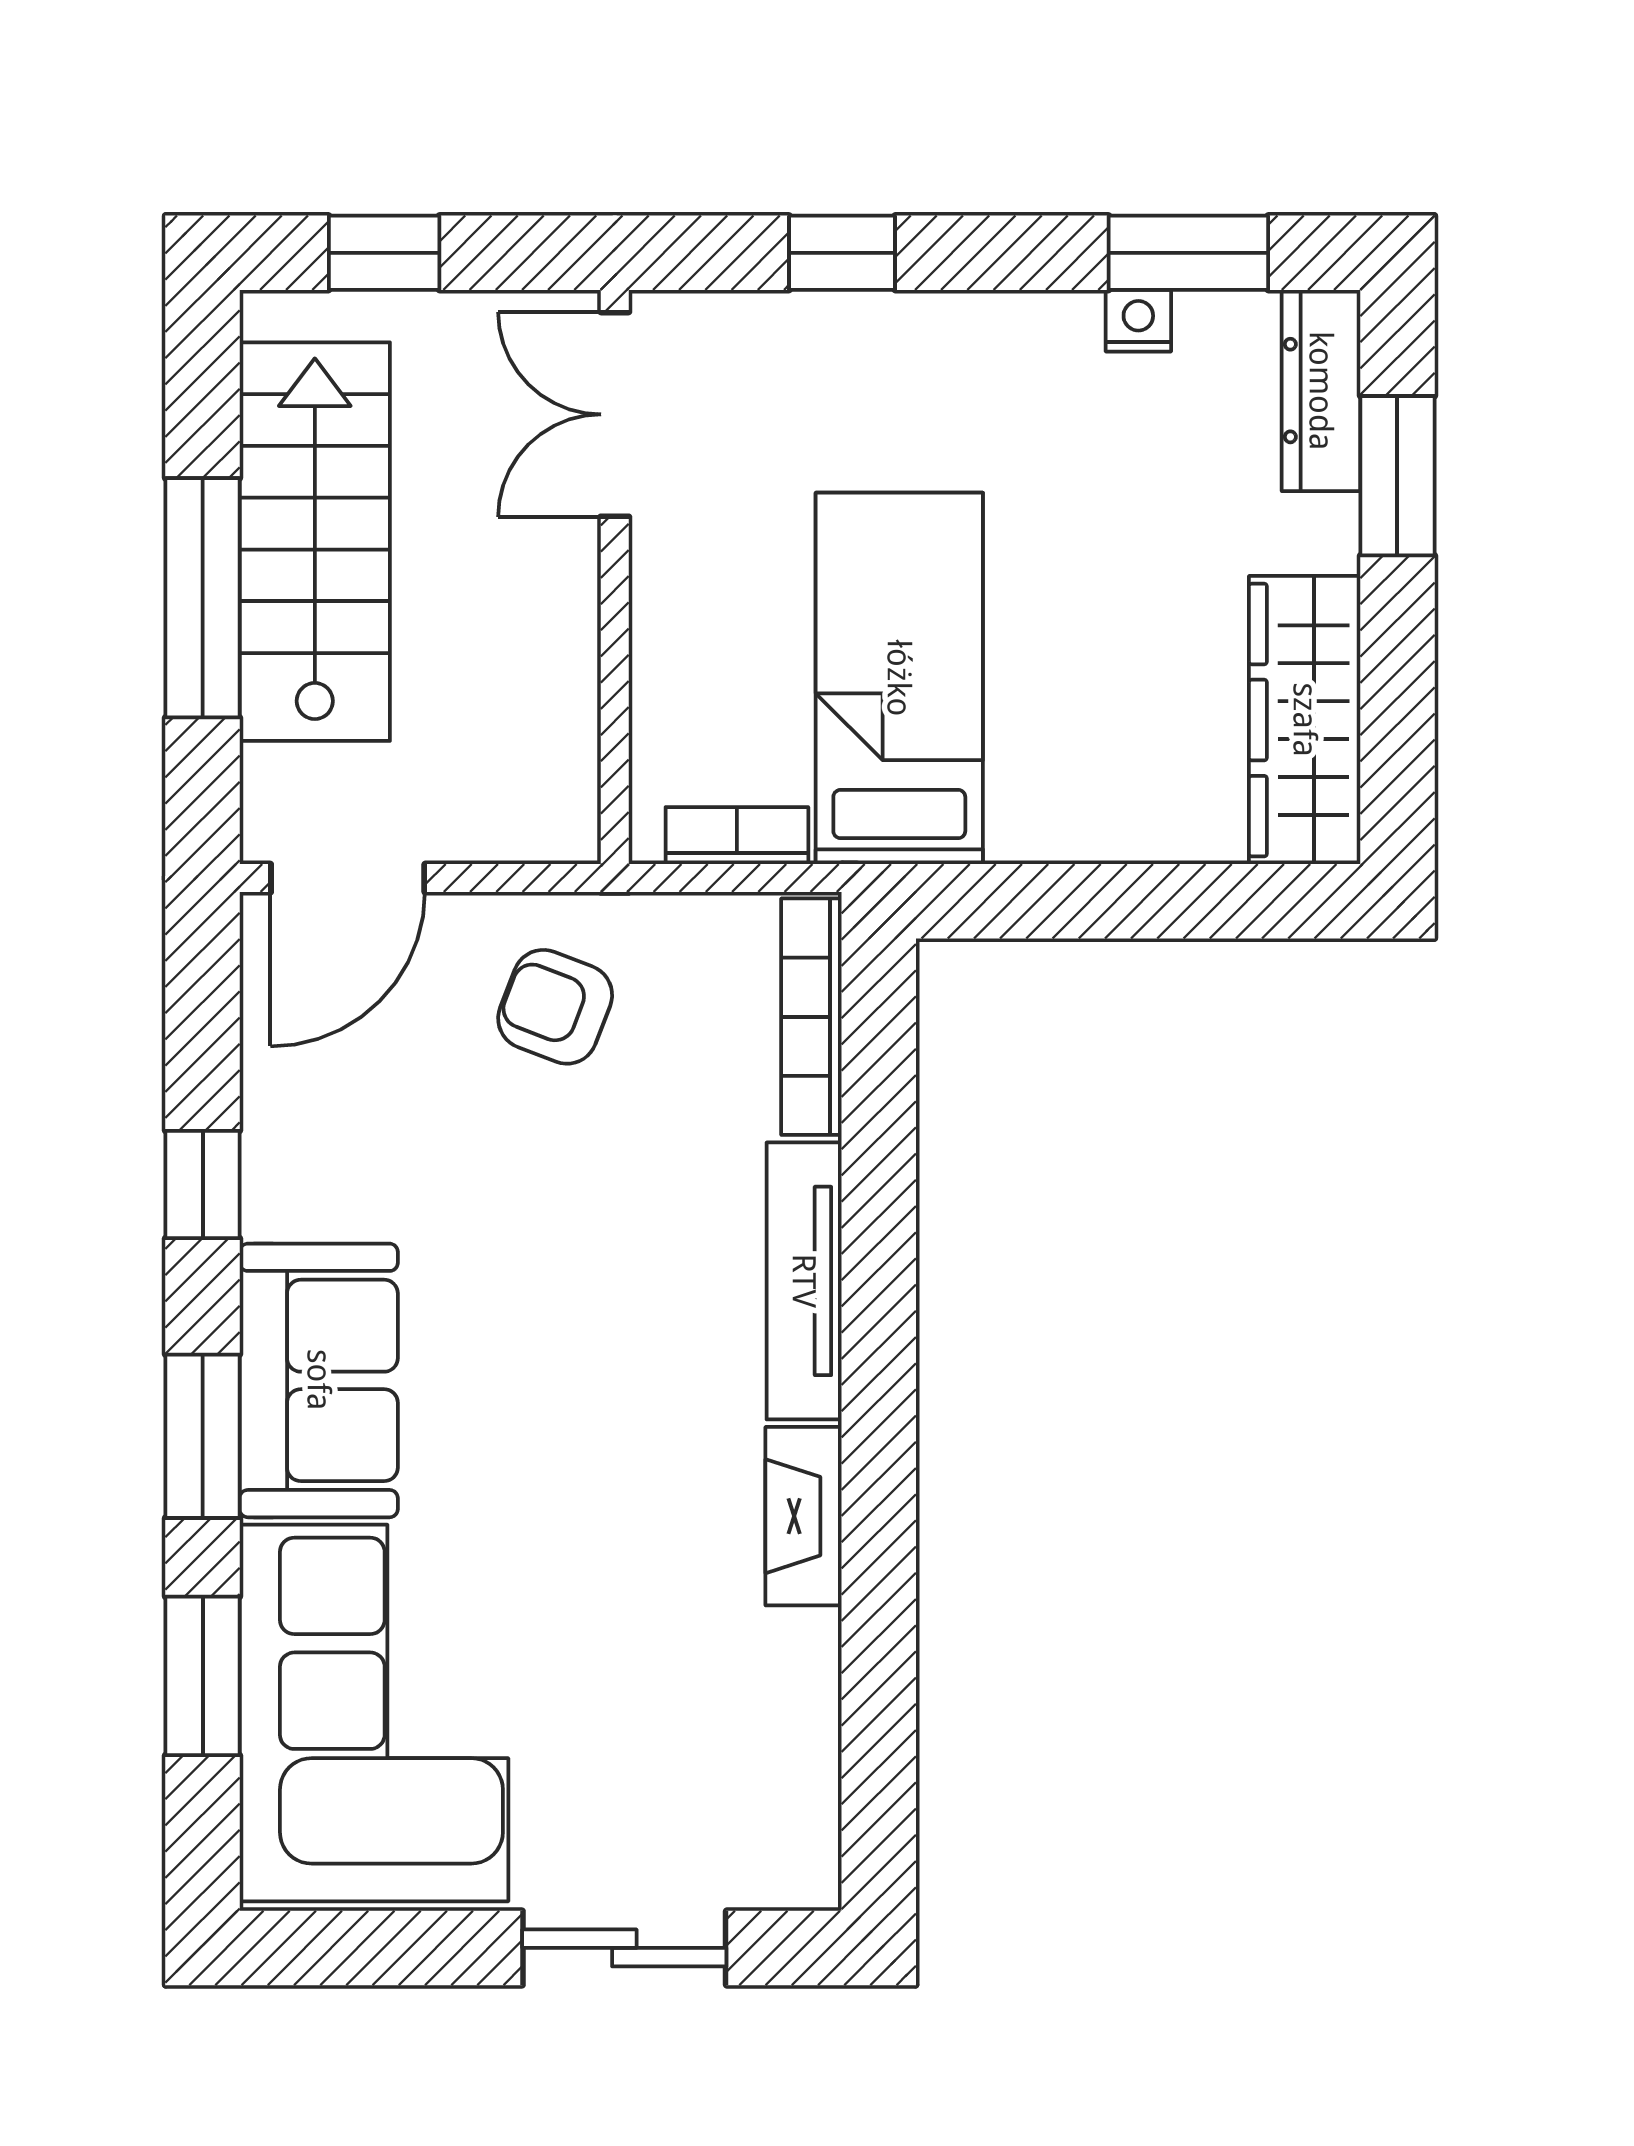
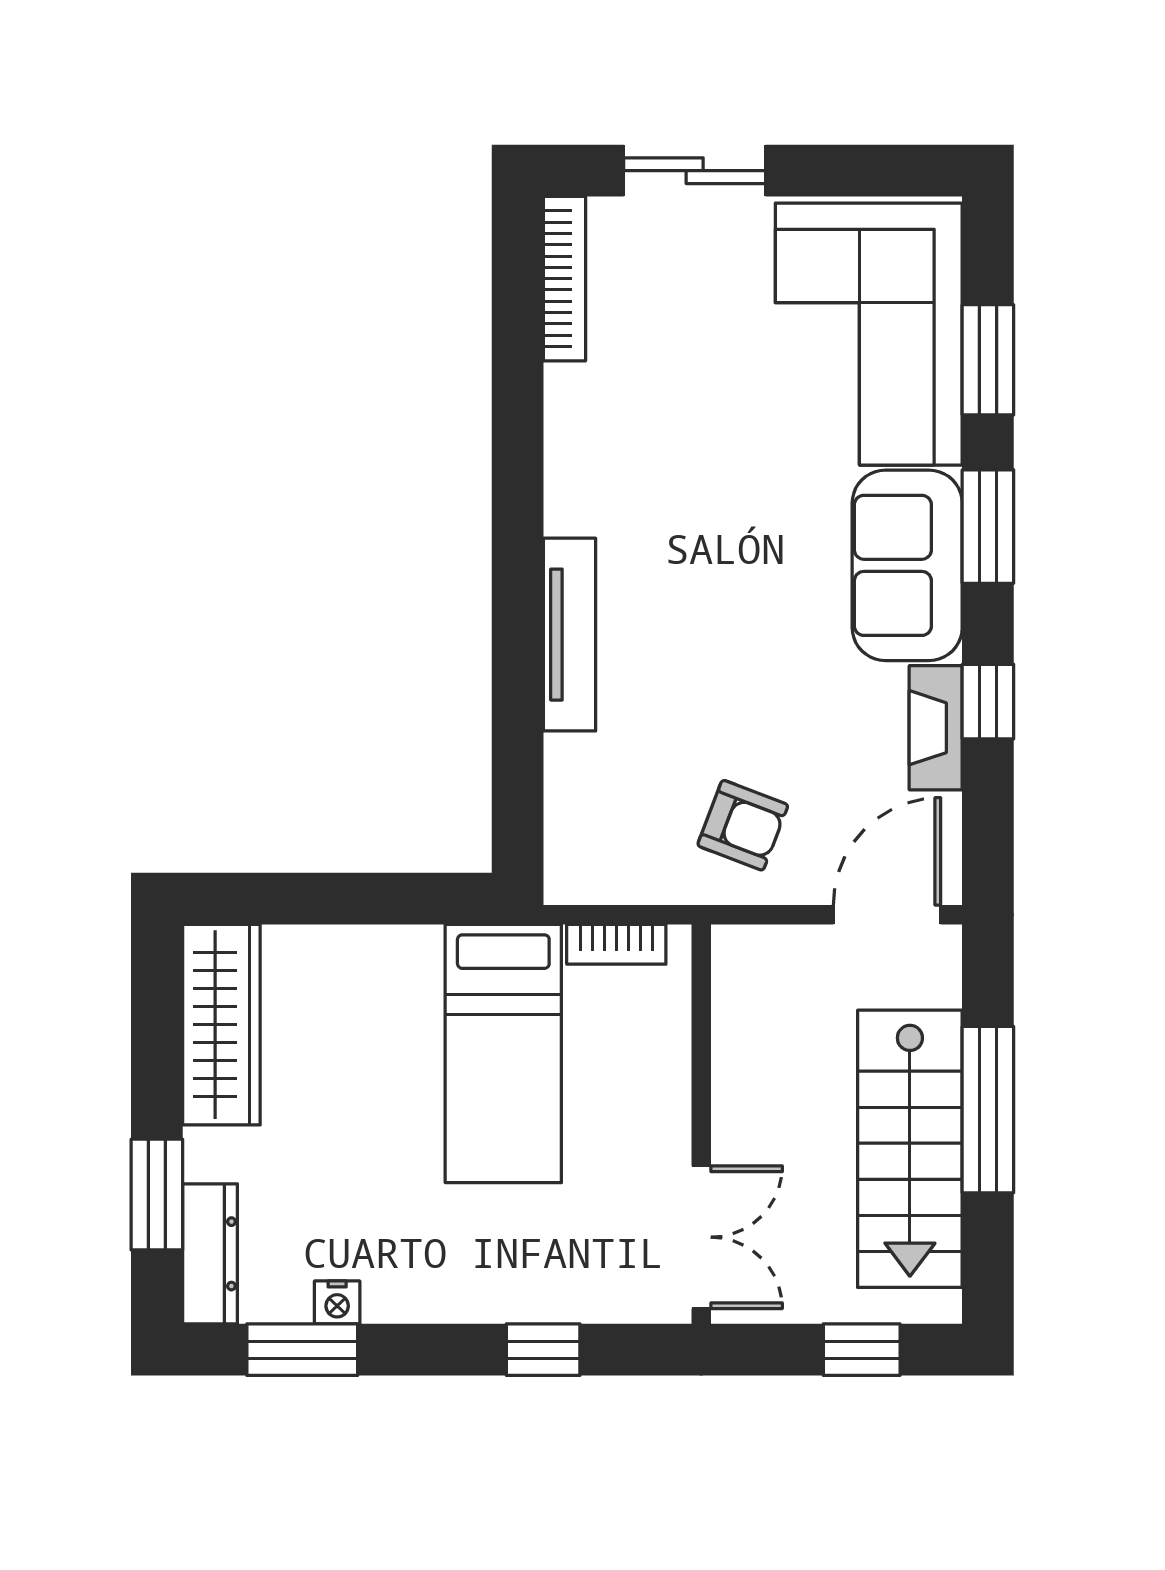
bookcase: (811, 1017) -> (564, 279), moved
fireplace: (804, 1516) -> (936, 728), moved, turned 180

